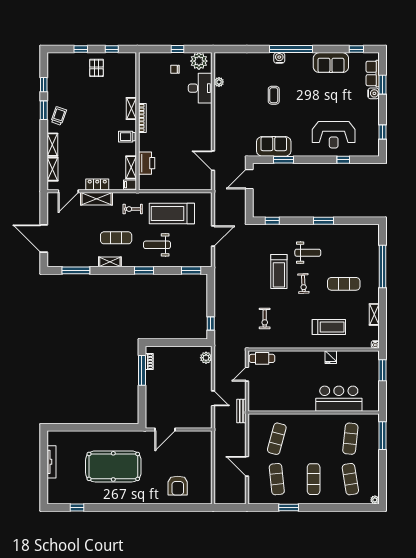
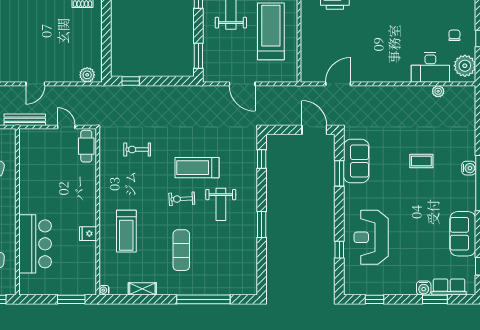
bench: (241, 411) -> (25, 120), width x1.36

